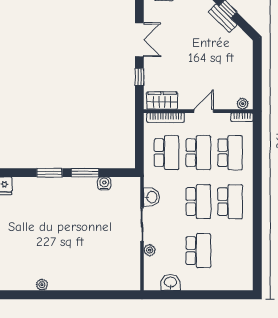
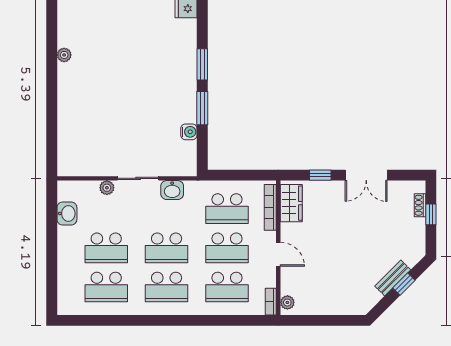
school desk: (230, 251) -> (106, 287), added

